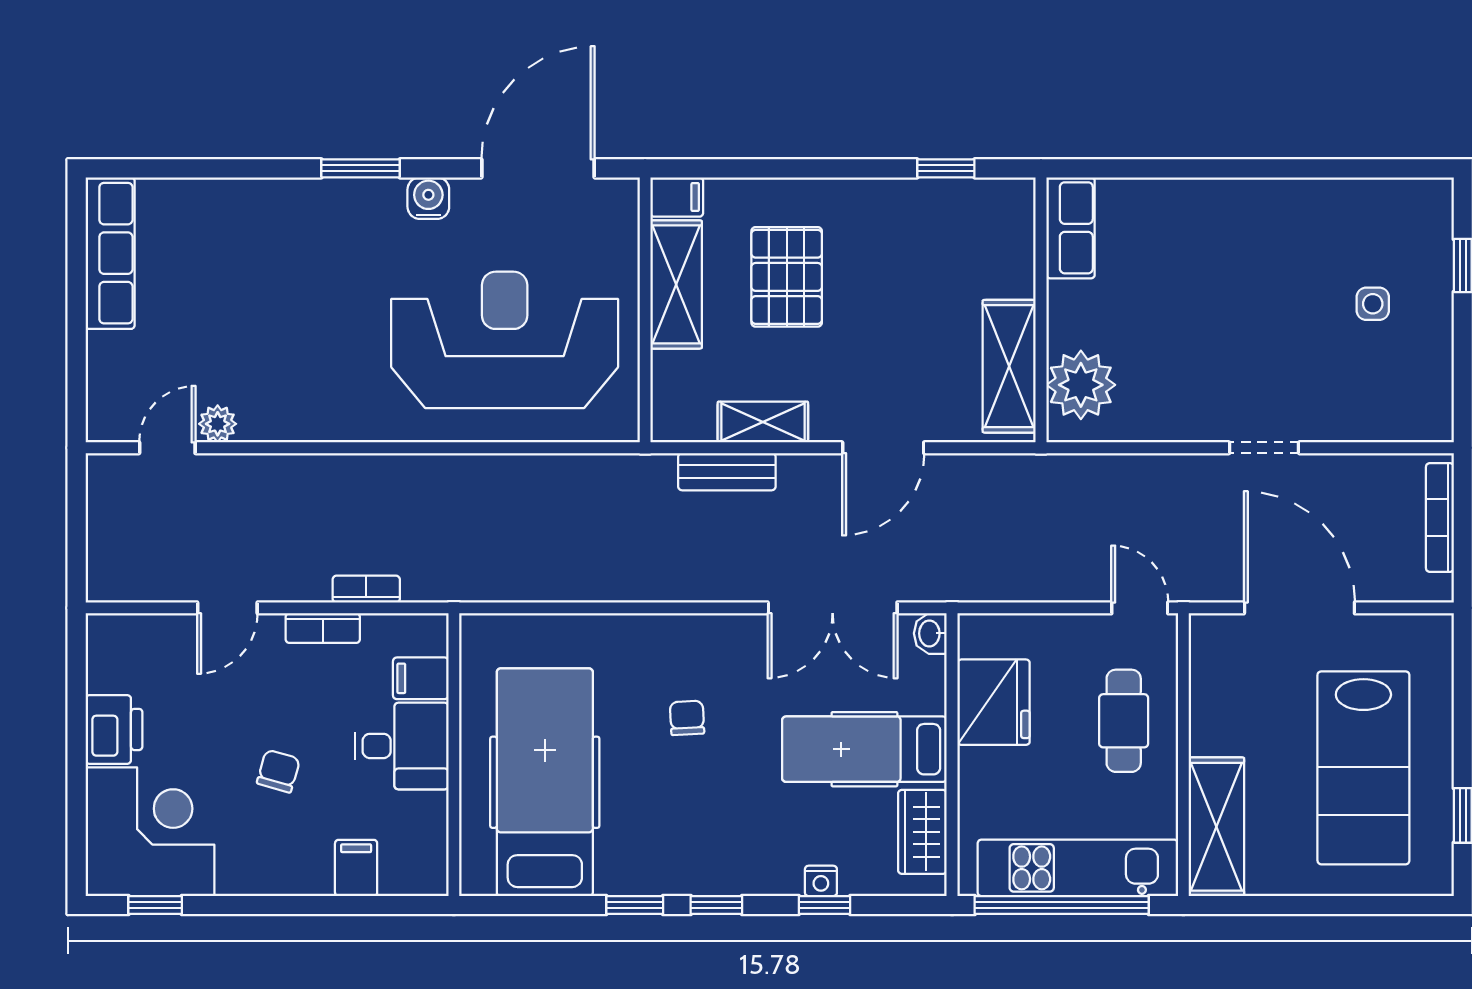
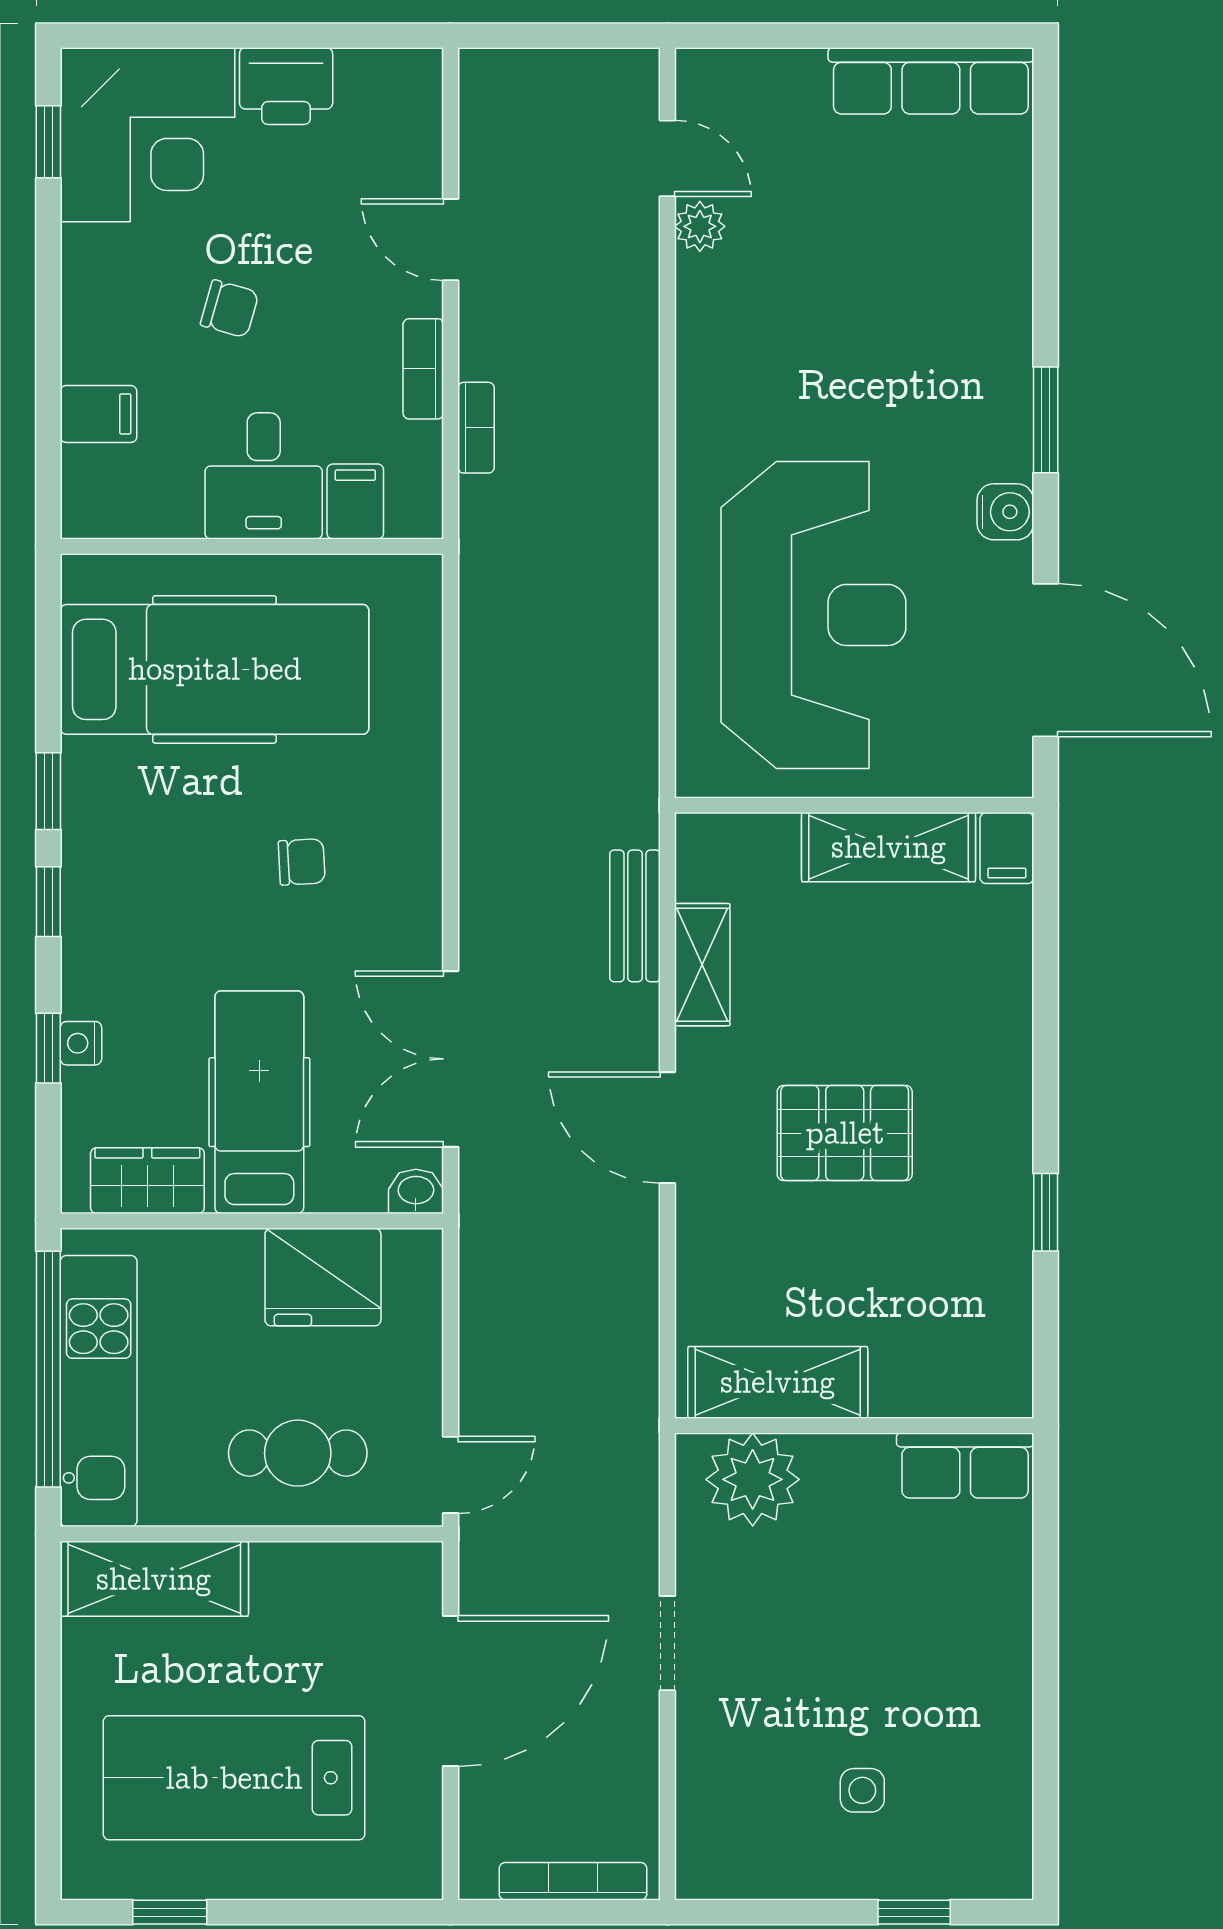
row of seats: (1071, 228) -> (965, 1465), moved
pallet: (787, 277) -> (845, 1133), moved
wall: (1041, 310) -> (854, 1426), moved
shelving: (1009, 366) -> (778, 1382), moved
plant: (1081, 385) -> (753, 1479), moved

